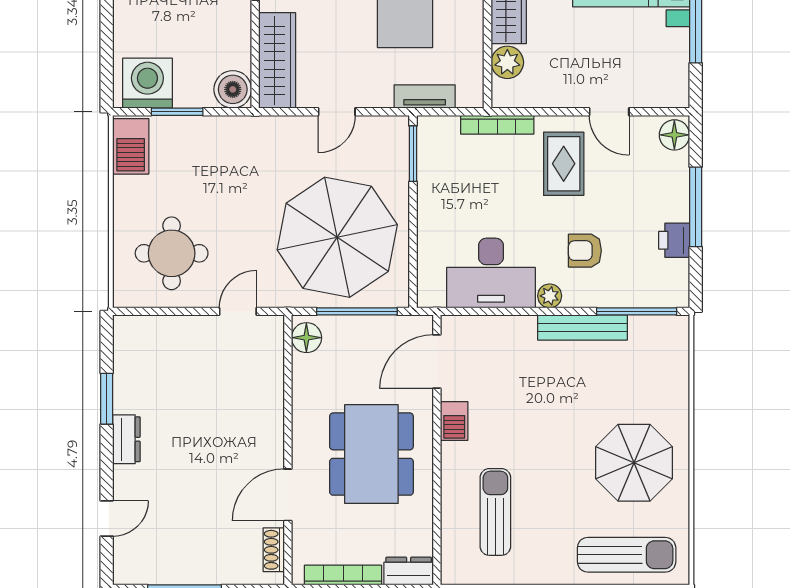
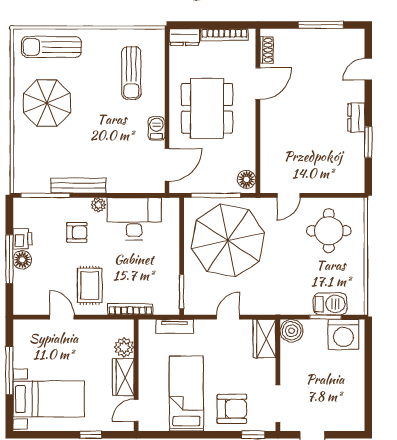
wardrobe: (277, 60) -> (264, 339), width x0.67
floor lamp: (674, 135) -> (22, 260), moved
barbecue: (131, 146) -> (330, 304), moved, turned 90

